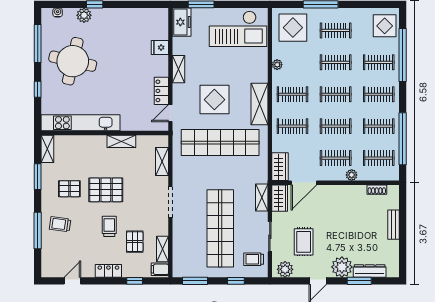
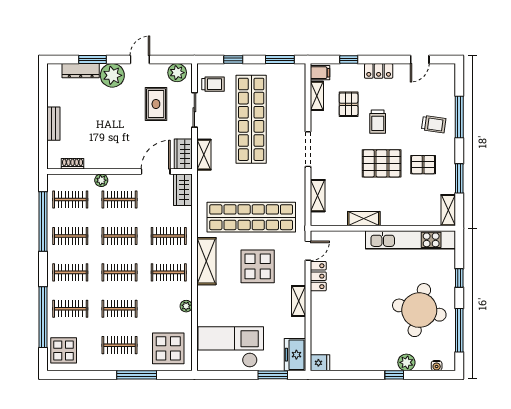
fridge: (160, 48) -> (320, 363), moved

